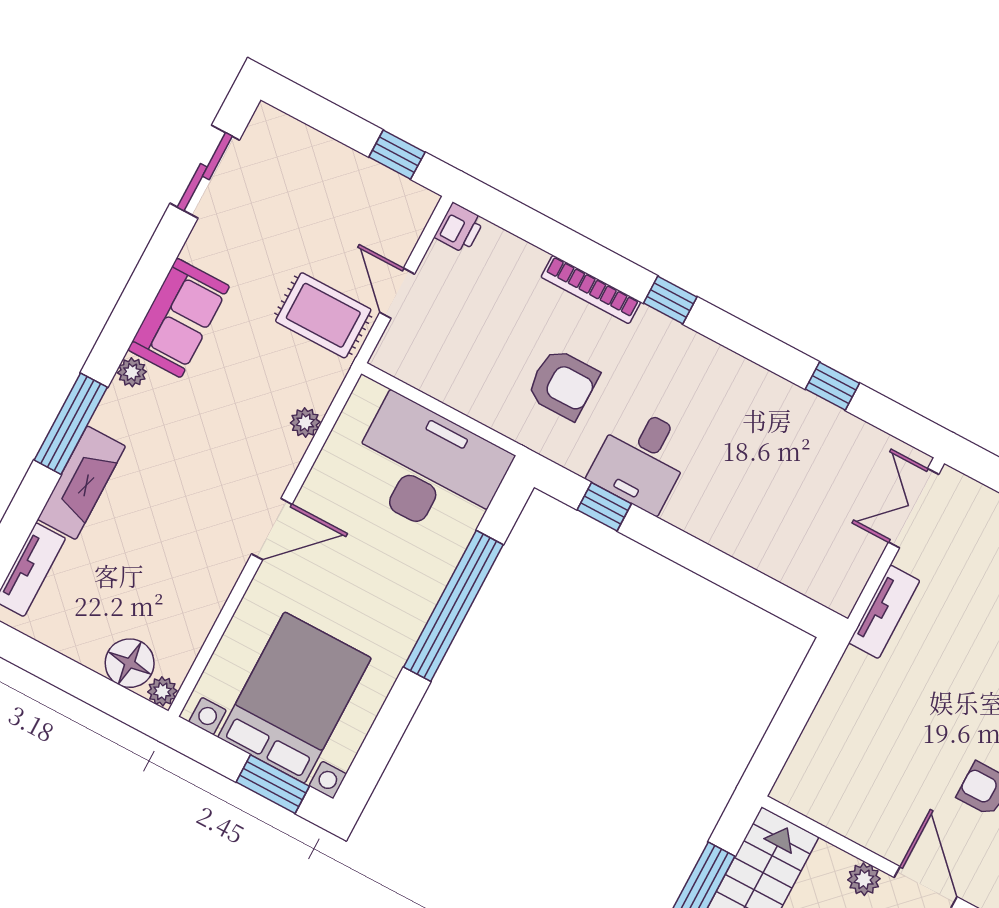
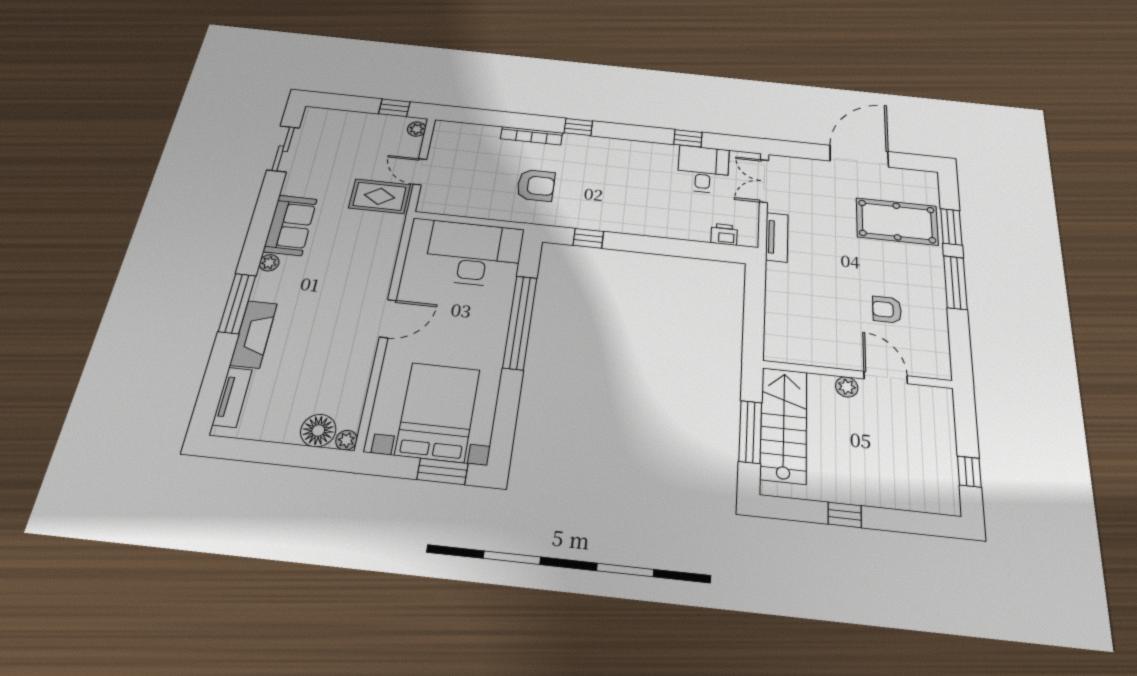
printer: (459, 228) -> (724, 234), moved, turned -90
plant: (305, 422) -> (417, 129), moved
desk: (641, 459) -> (703, 169), moved, turned 180

